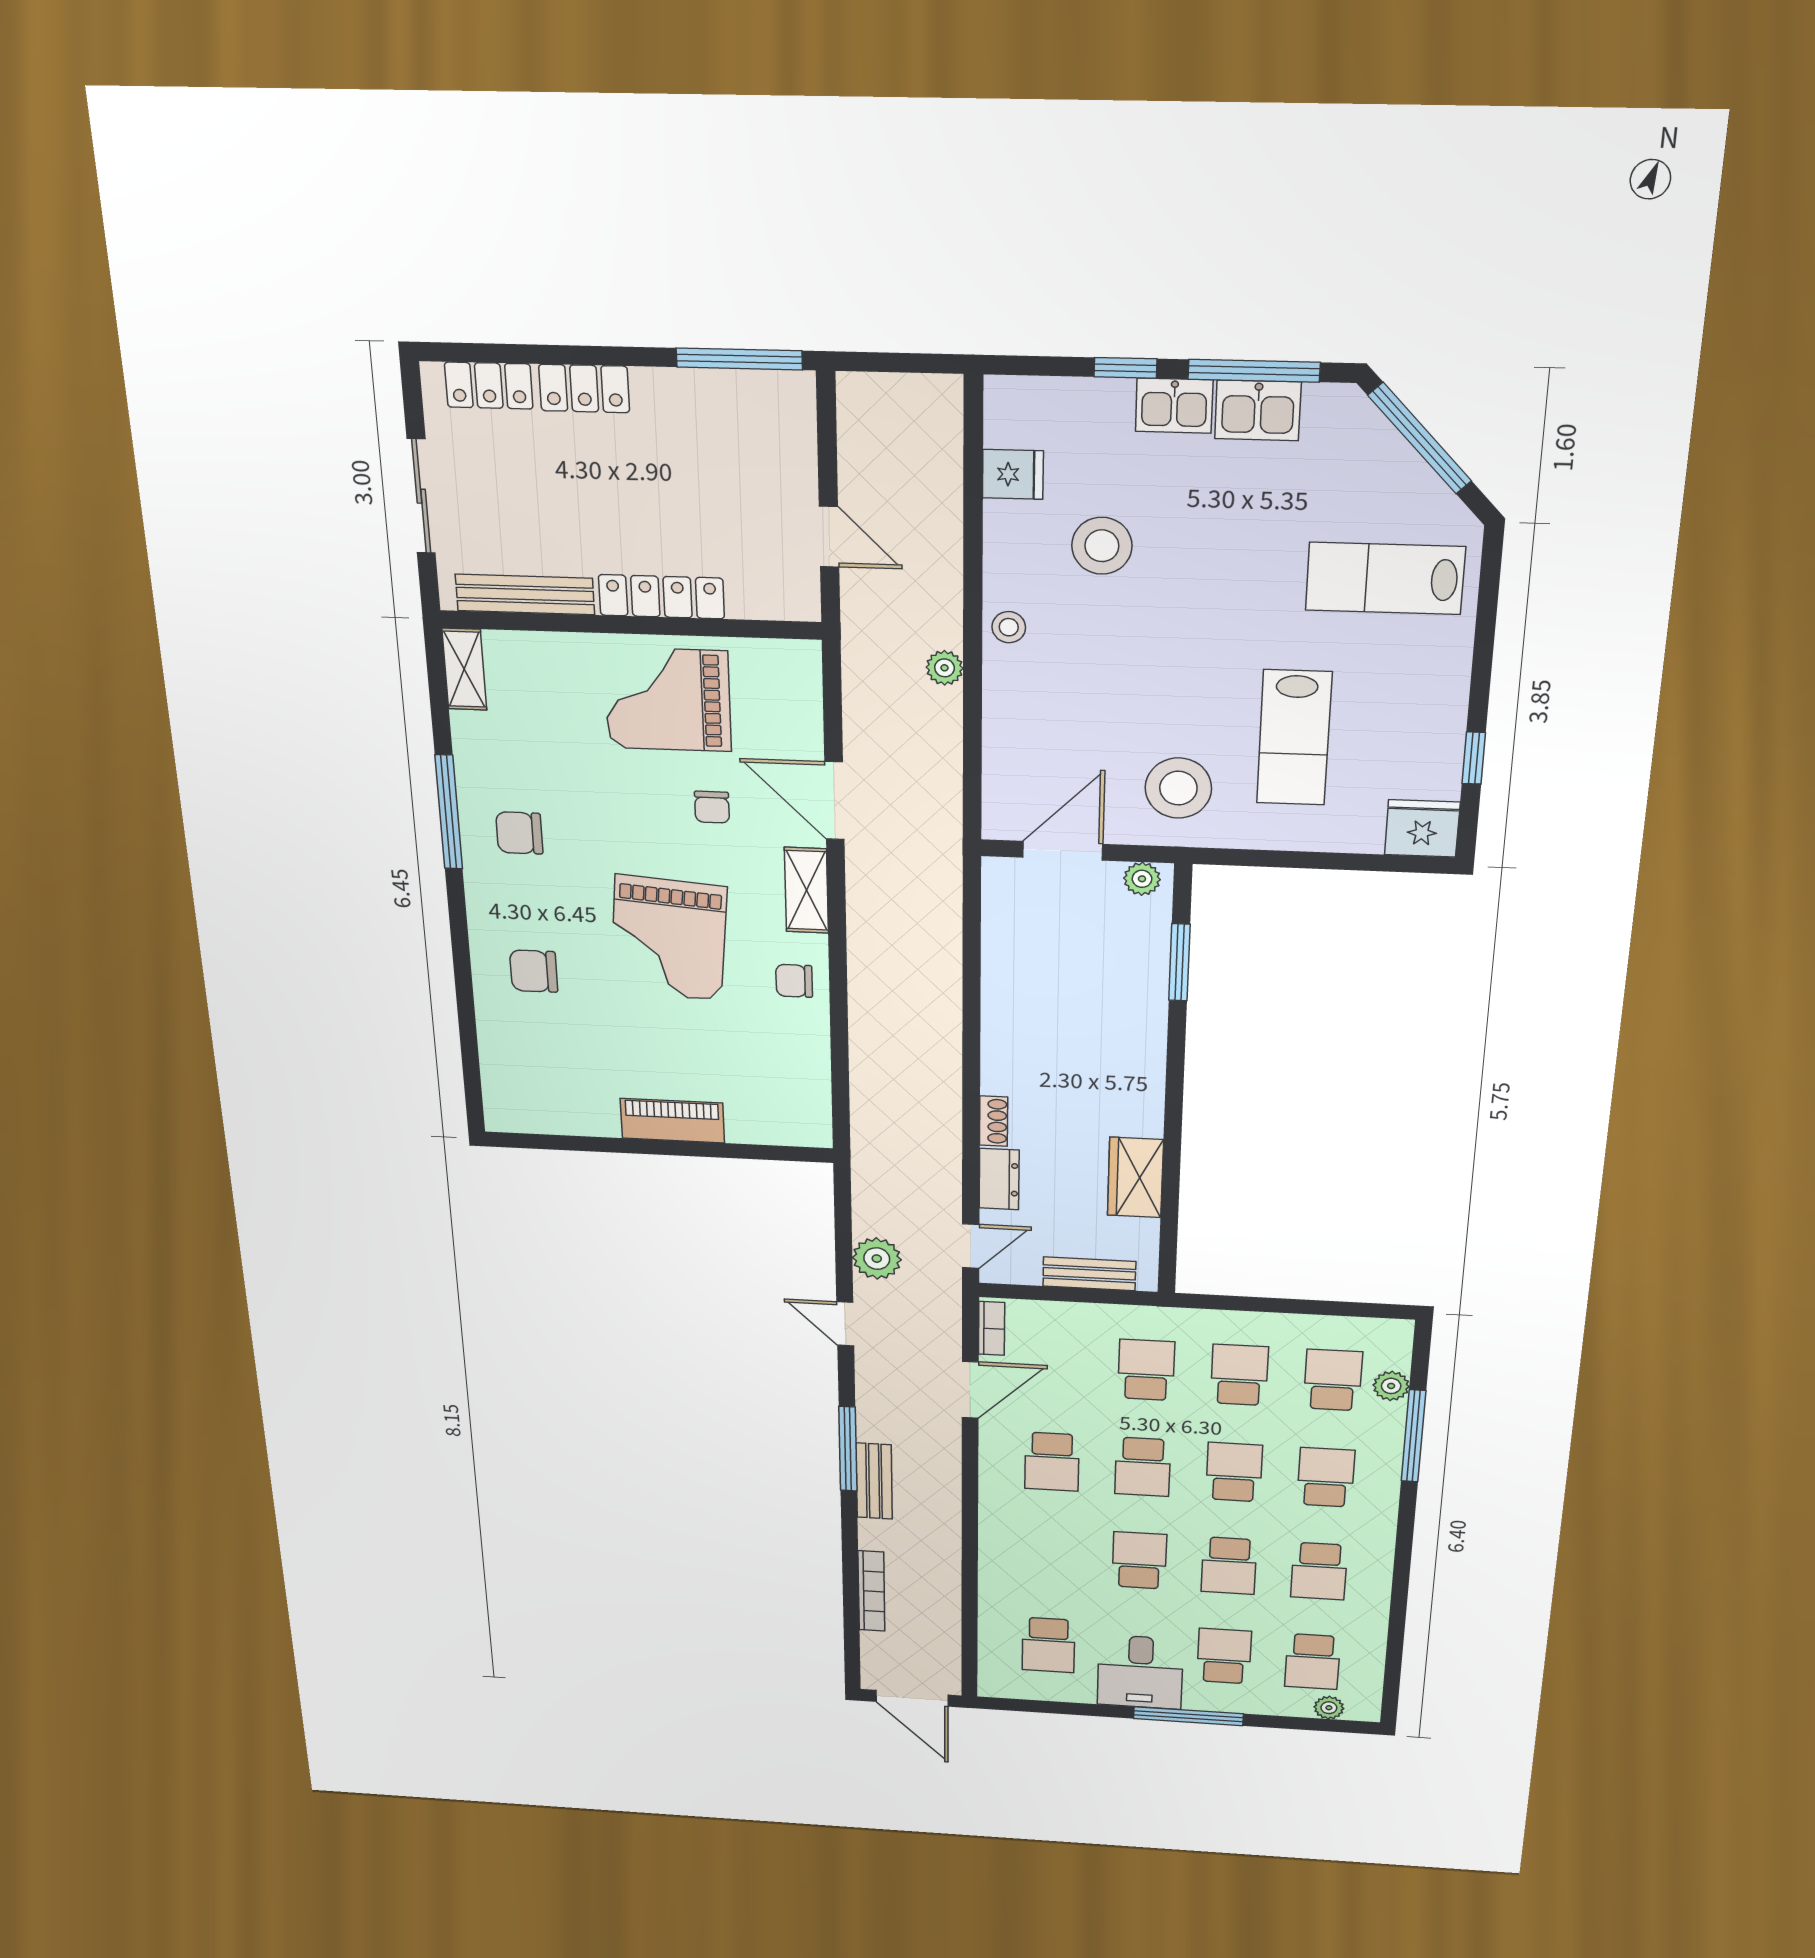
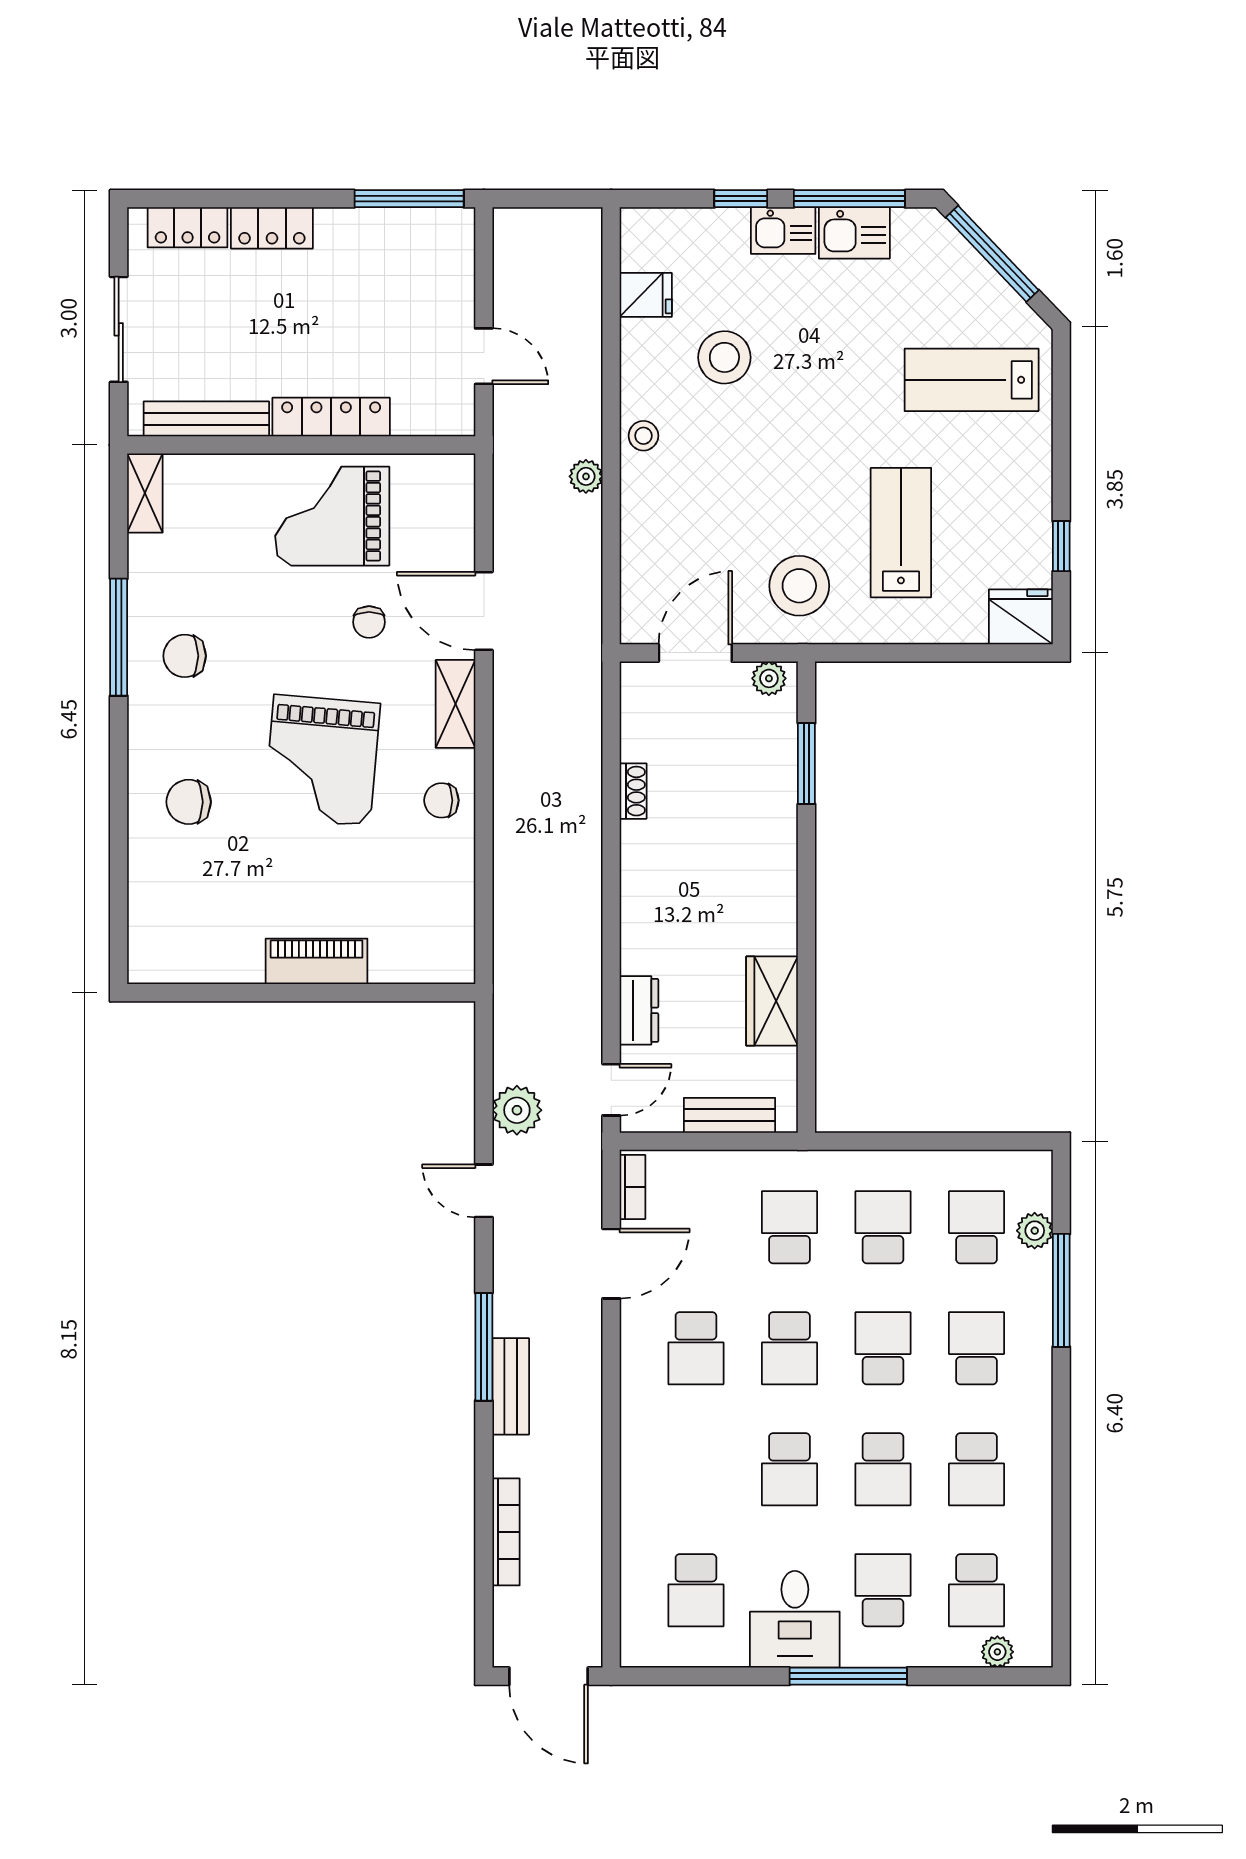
lab bench: (1294, 738) -> (901, 533), turned 180
shoe rack: (994, 1121) -> (633, 791), moved
school desk: (1139, 1560) -> (789, 1469), turned 180

